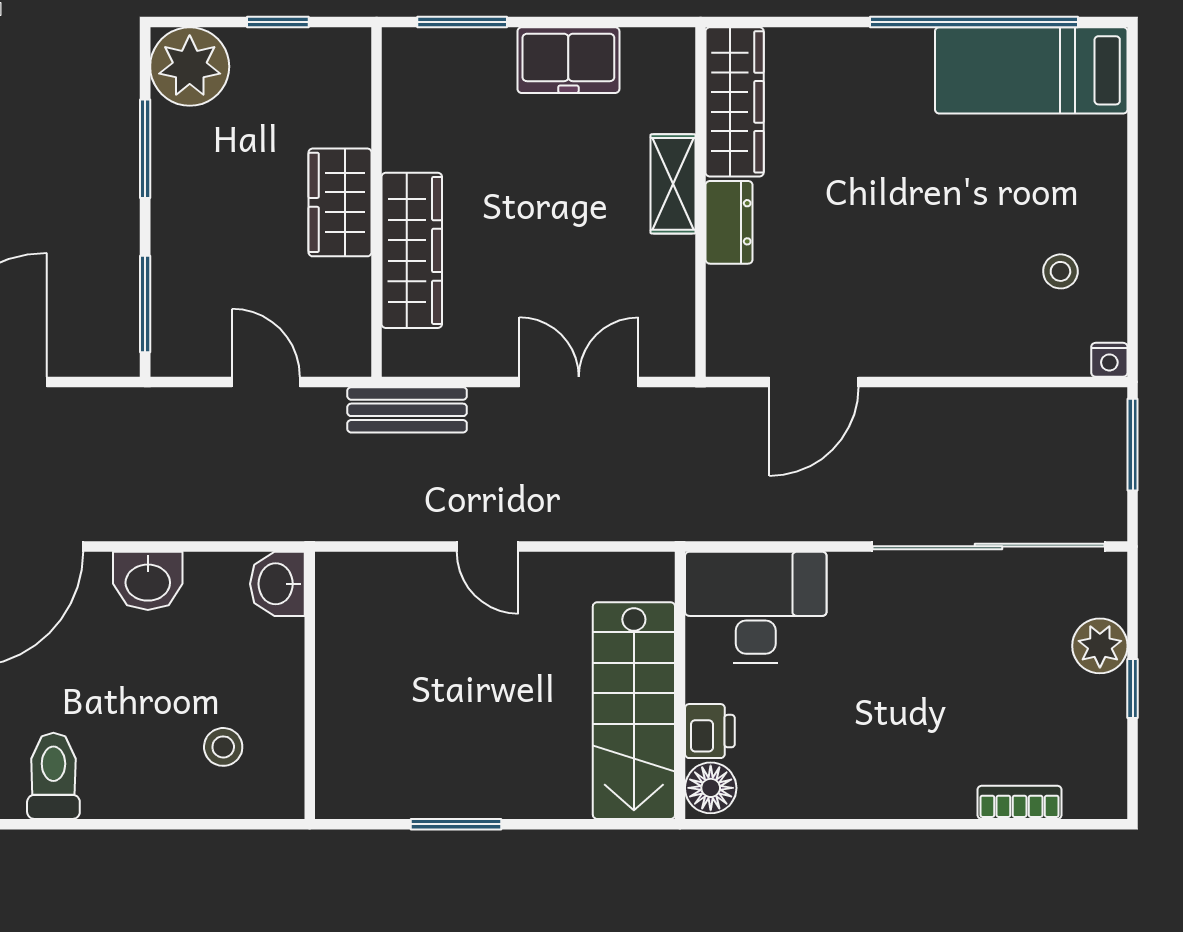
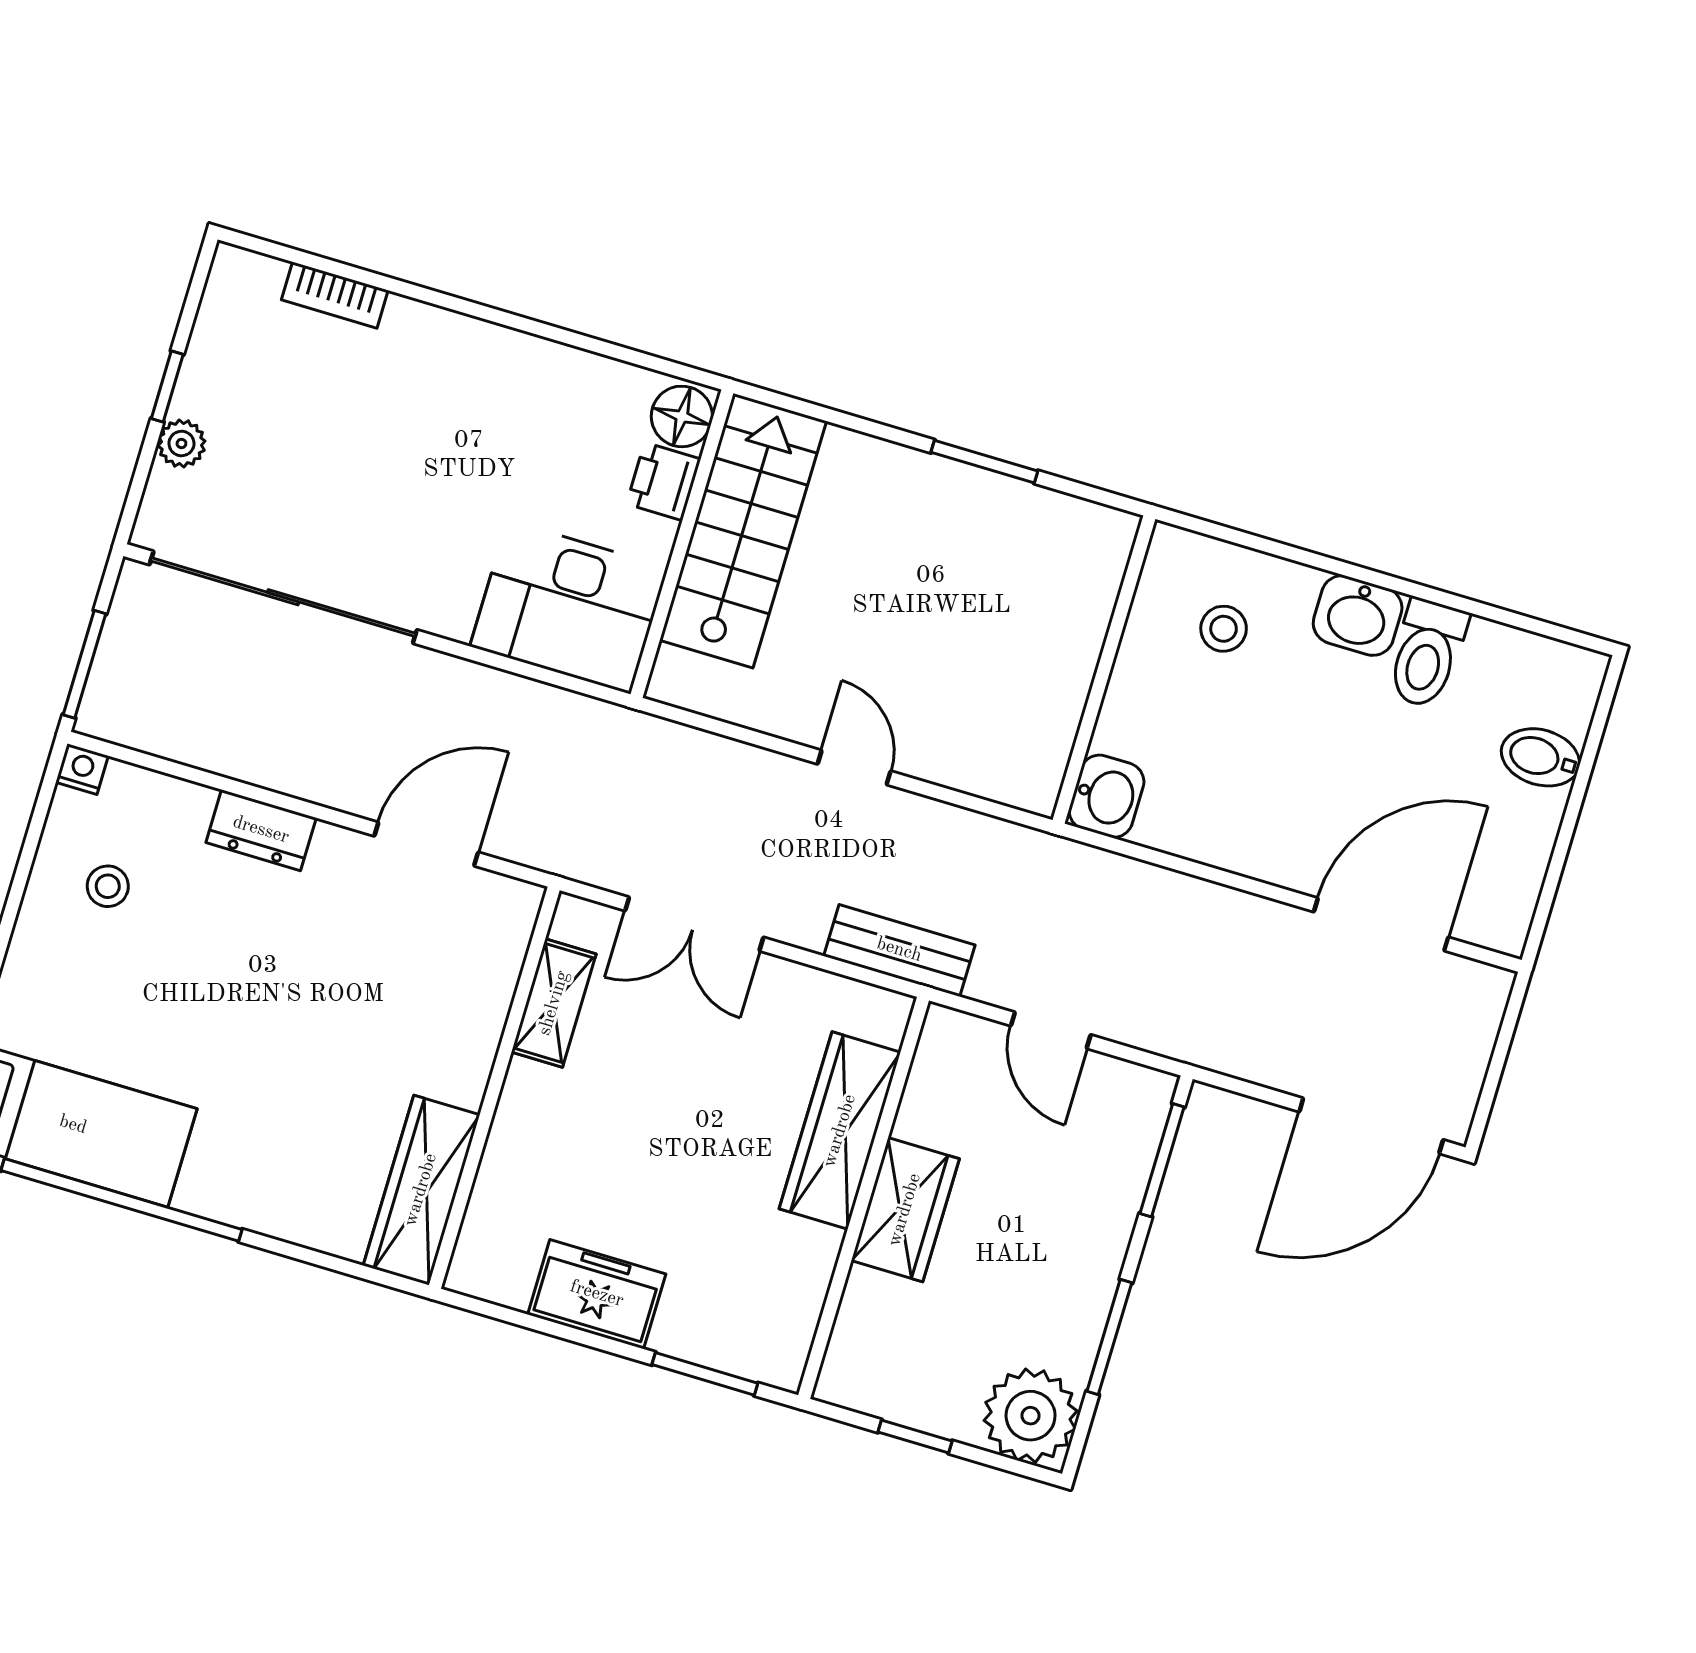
shelving: (673, 184) -> (554, 1003), moved
dresser: (729, 222) -> (261, 830), moved, turned -90
washbasin: (148, 581) -> (1358, 615), moved, turned 180
plant: (1100, 646) -> (181, 444), width x0.73, depth x0.73

